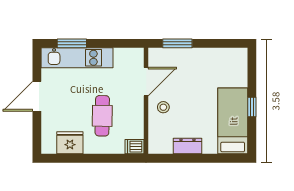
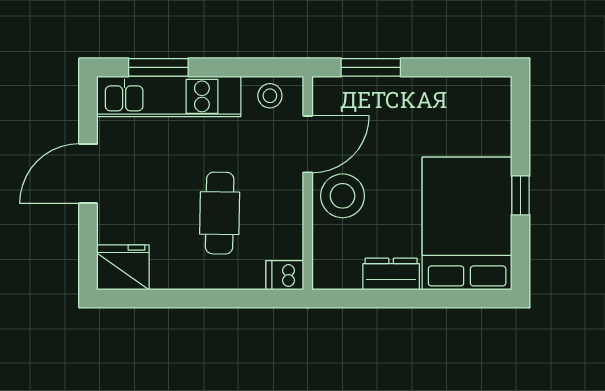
stool: (127, 57) -> (270, 96), added
stool: (163, 107) -> (343, 196), width x1.89, depth x1.89
bed: (233, 121) -> (467, 223), width x1.50
fridge: (70, 143) -> (123, 267), moved

